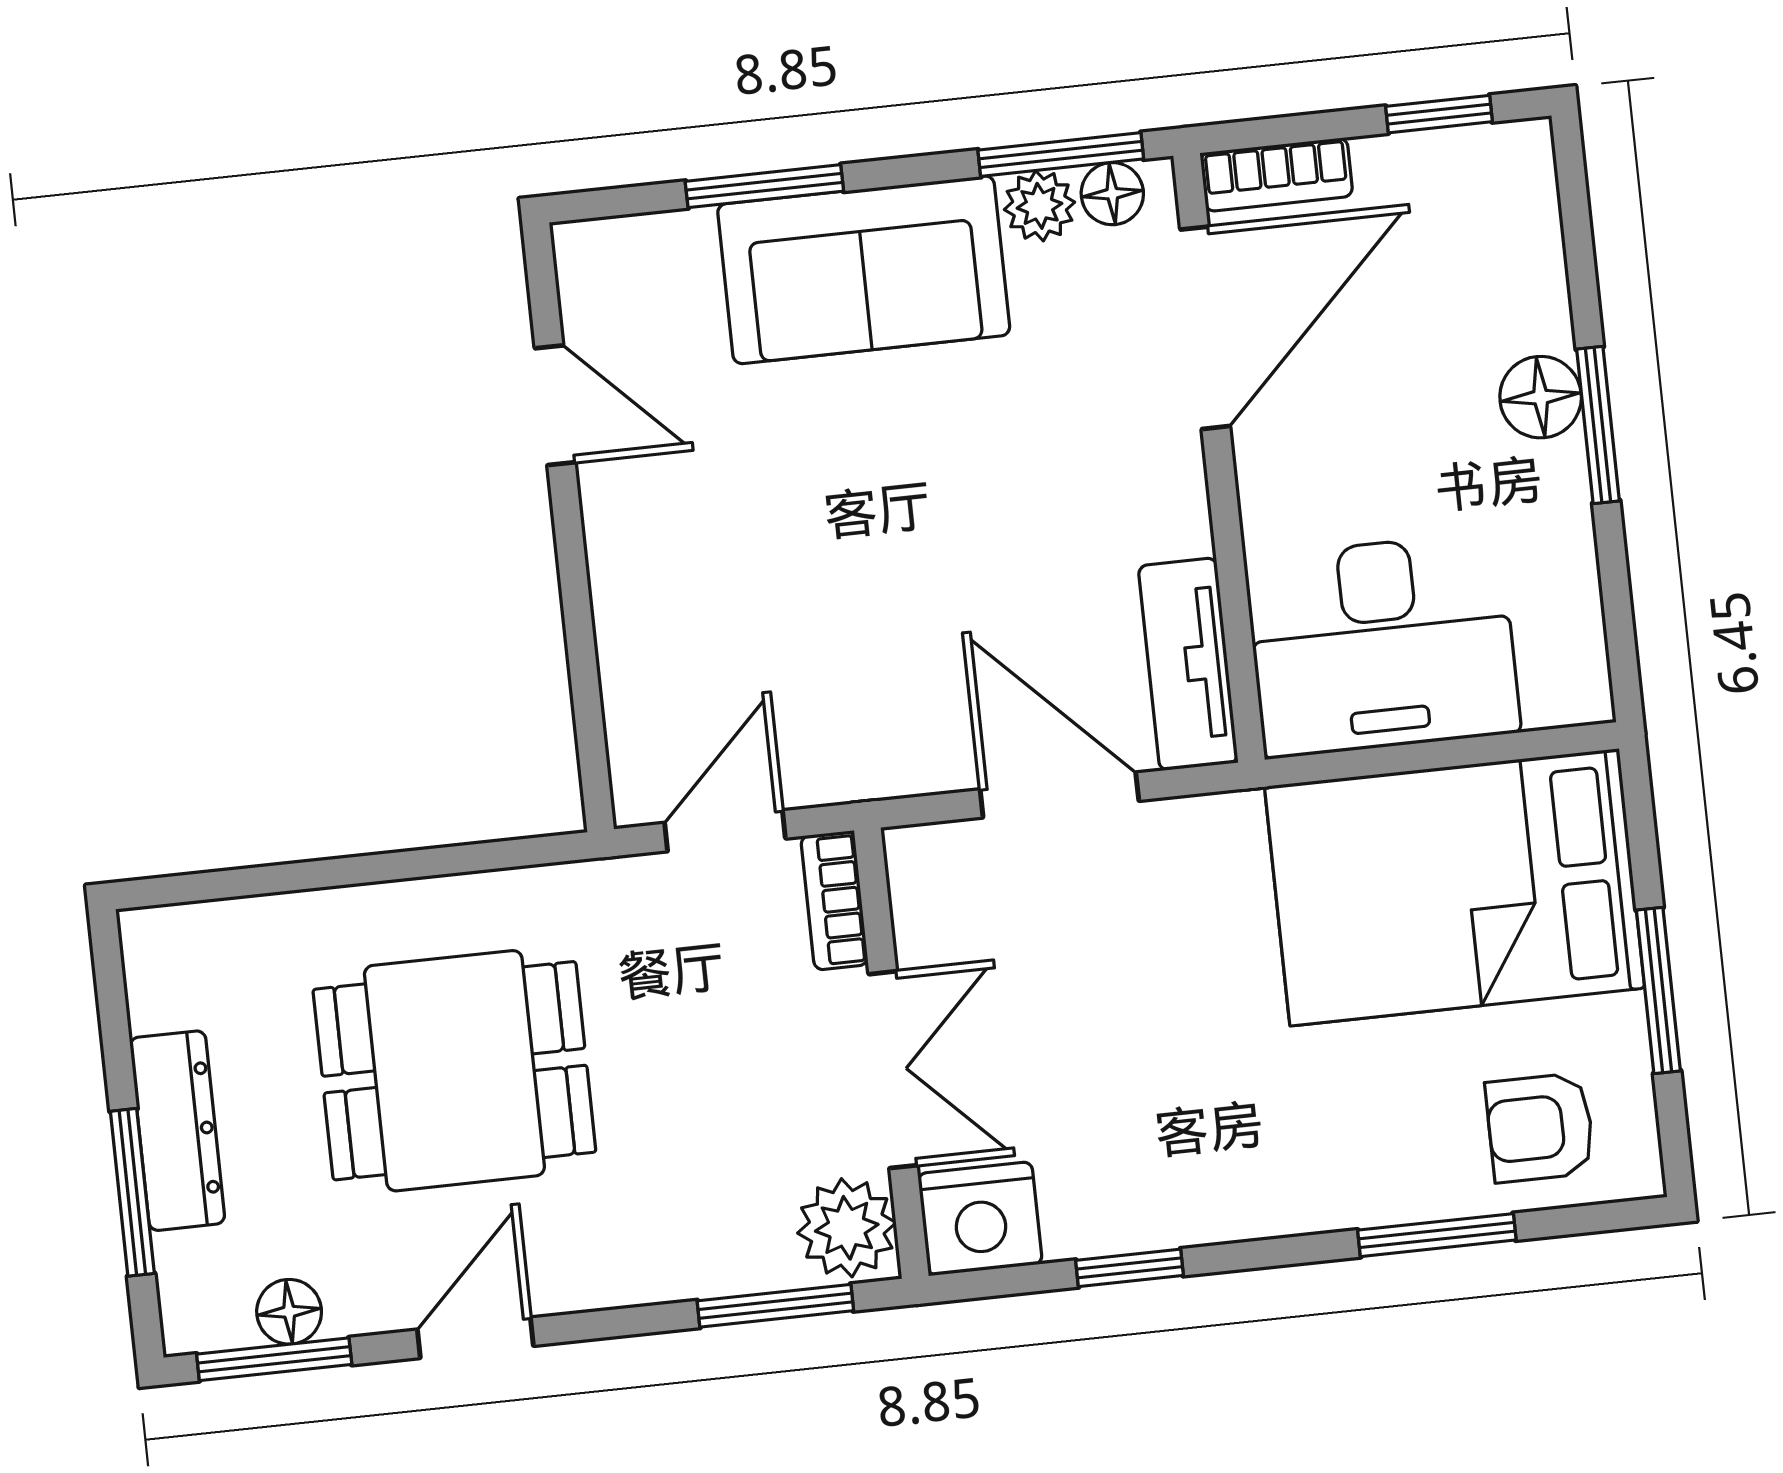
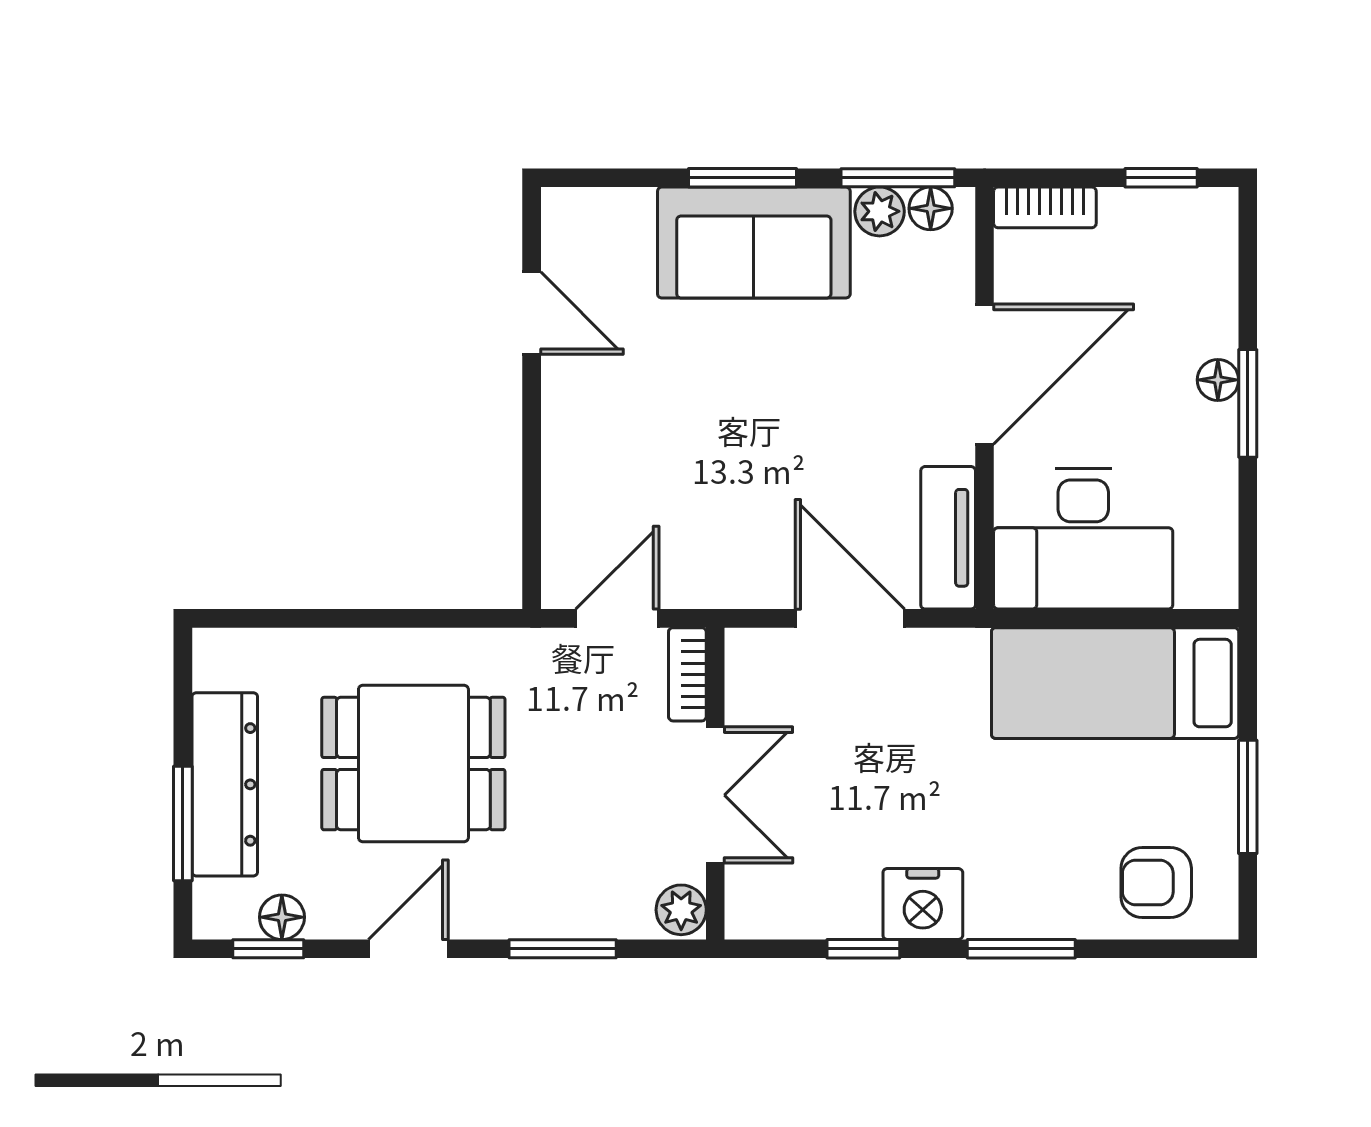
window: (764, 186) -> (742, 178), moved
door: (1205, 328) -> (985, 374), moved
floor lamp: (1541, 397) -> (1218, 380), width x0.73, depth x0.73
bed: (1455, 887) -> (1115, 683), width x0.67
dresser: (177, 1131) -> (225, 784), width x1.37, depth x1.24
nightstand: (980, 1219) -> (923, 904), moved
plant: (847, 1228) -> (681, 910), width x0.73, depth x0.73
window: (1437, 1235) -> (1021, 949), moved
window: (775, 1306) -> (563, 949), moved
window: (274, 1359) -> (268, 949), width x0.67

